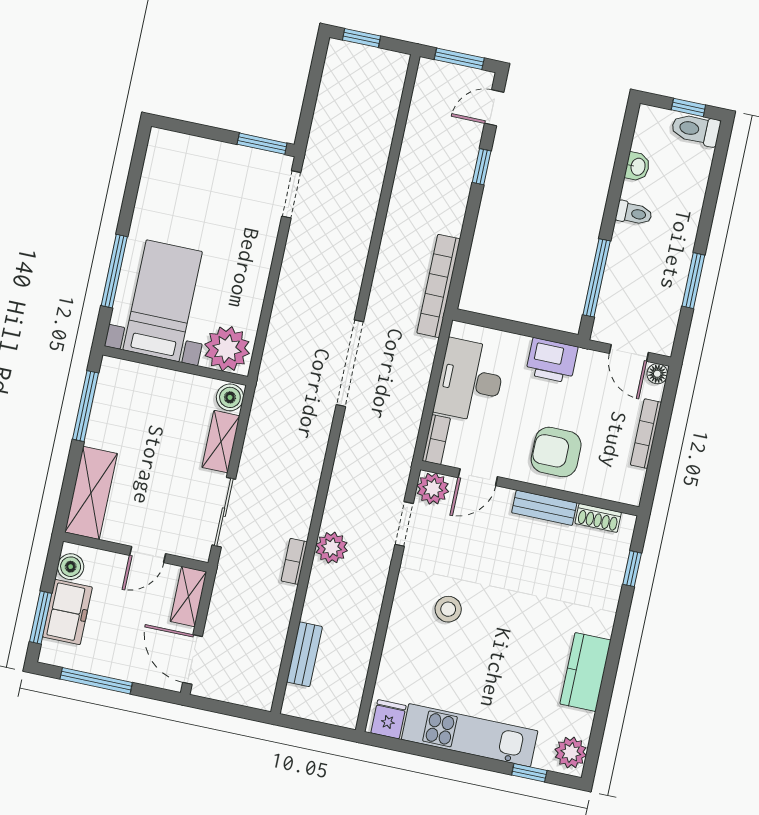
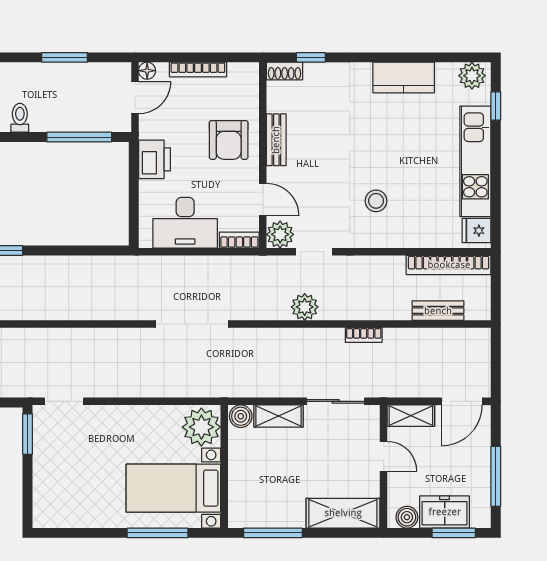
bookcase: (439, 286) -> (449, 265), moved
shoe rack: (598, 518) -> (285, 71), moved, turned 90
plant: (332, 548) -> (305, 307), moved

